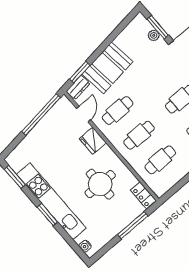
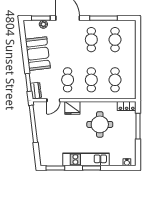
booth: (107, 68) -> (38, 54), moved
door: (84, 114) -> (53, 100), swing flipped
kitchen unit: (51, 201) -> (86, 159), width x0.73

